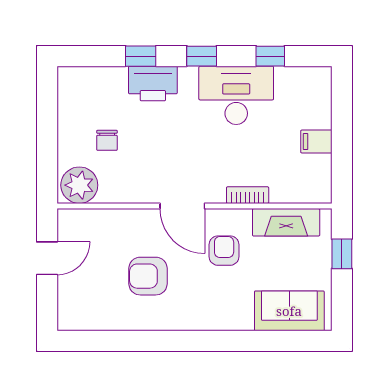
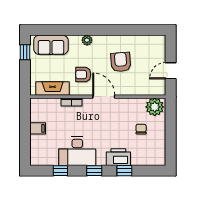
armchair: (224, 251) -> (83, 75), turned 90
window: (342, 254) -> (25, 52), moved
armchair: (148, 276) -> (121, 62), turned -94
plant: (216, 320) -> (87, 40), added

